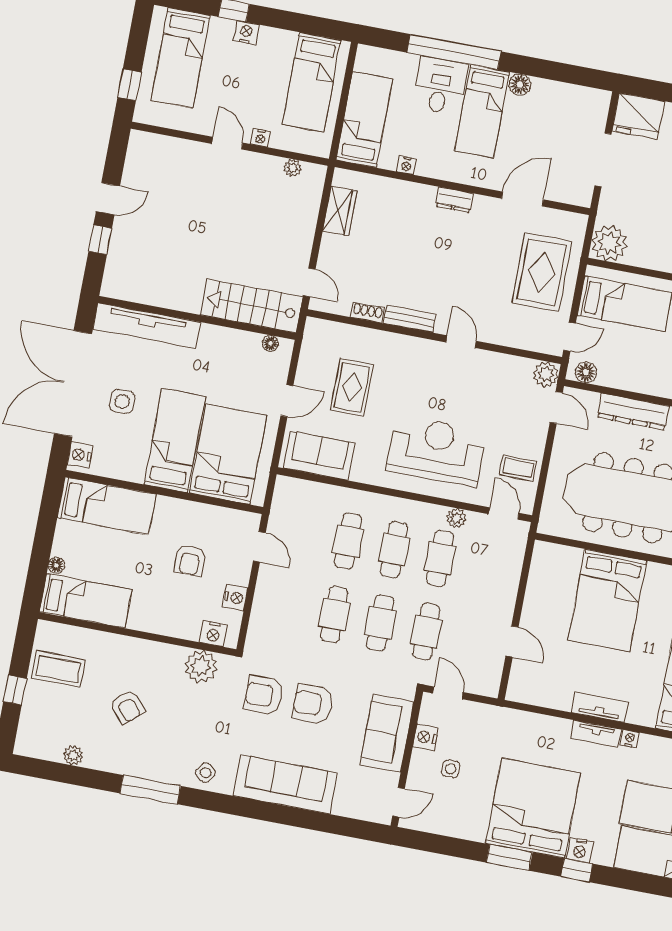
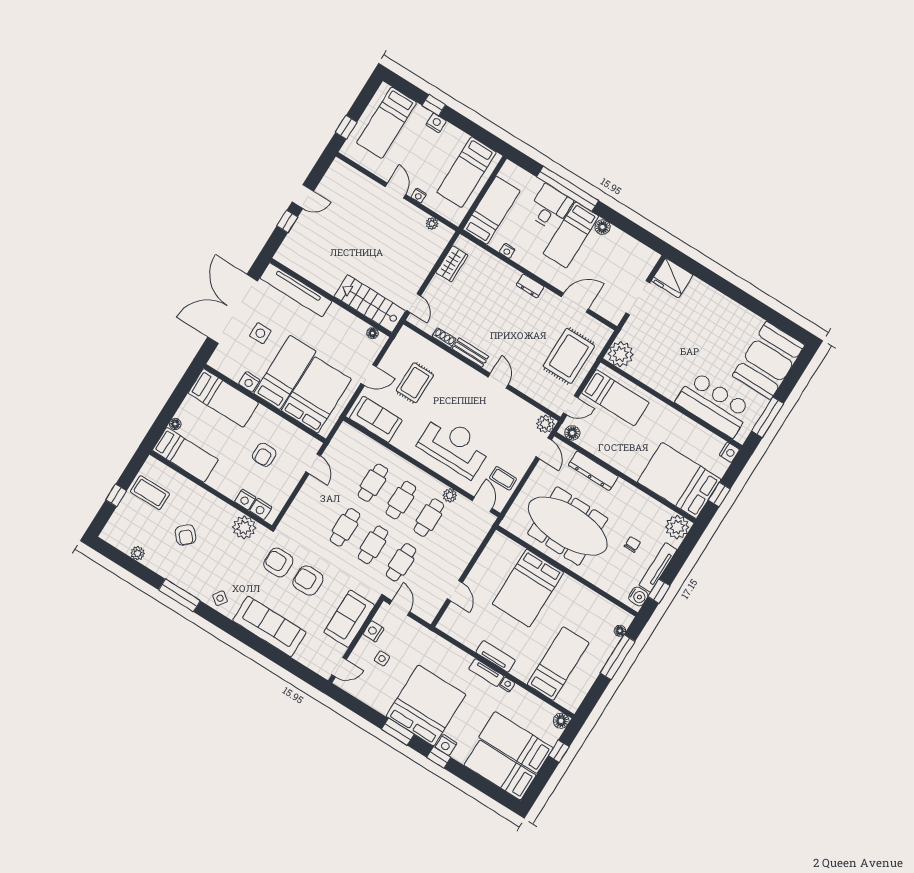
nightstand: (80, 455) -> (249, 382), moved, turned -90
nightstand: (235, 598) -> (245, 500), moved, turned 90

